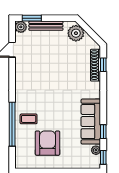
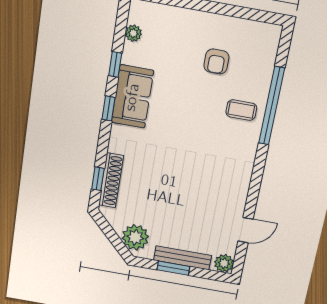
window: (32, 18) -> (173, 268), moved
sofa: (91, 122) -> (132, 97), width x0.73
armchair: (48, 143) -> (216, 61), width x0.53, depth x0.53
window: (103, 157) -> (109, 108), moved

